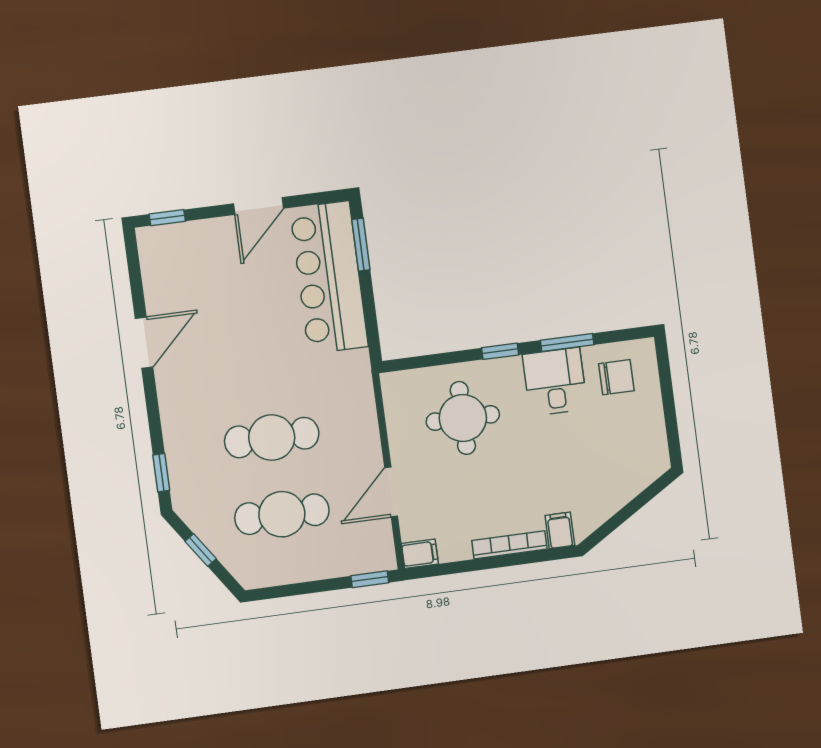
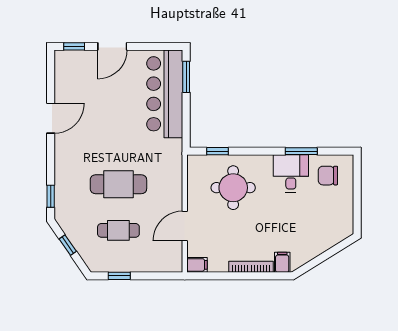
door: (258, 206) -> (112, 46), moved
window: (500, 351) -> (218, 151), moved
chair: (616, 377) -> (328, 176), turned 180
cafe table: (282, 514) -> (118, 230), width x0.73, depth x0.74
window: (370, 579) -> (119, 276), moved

